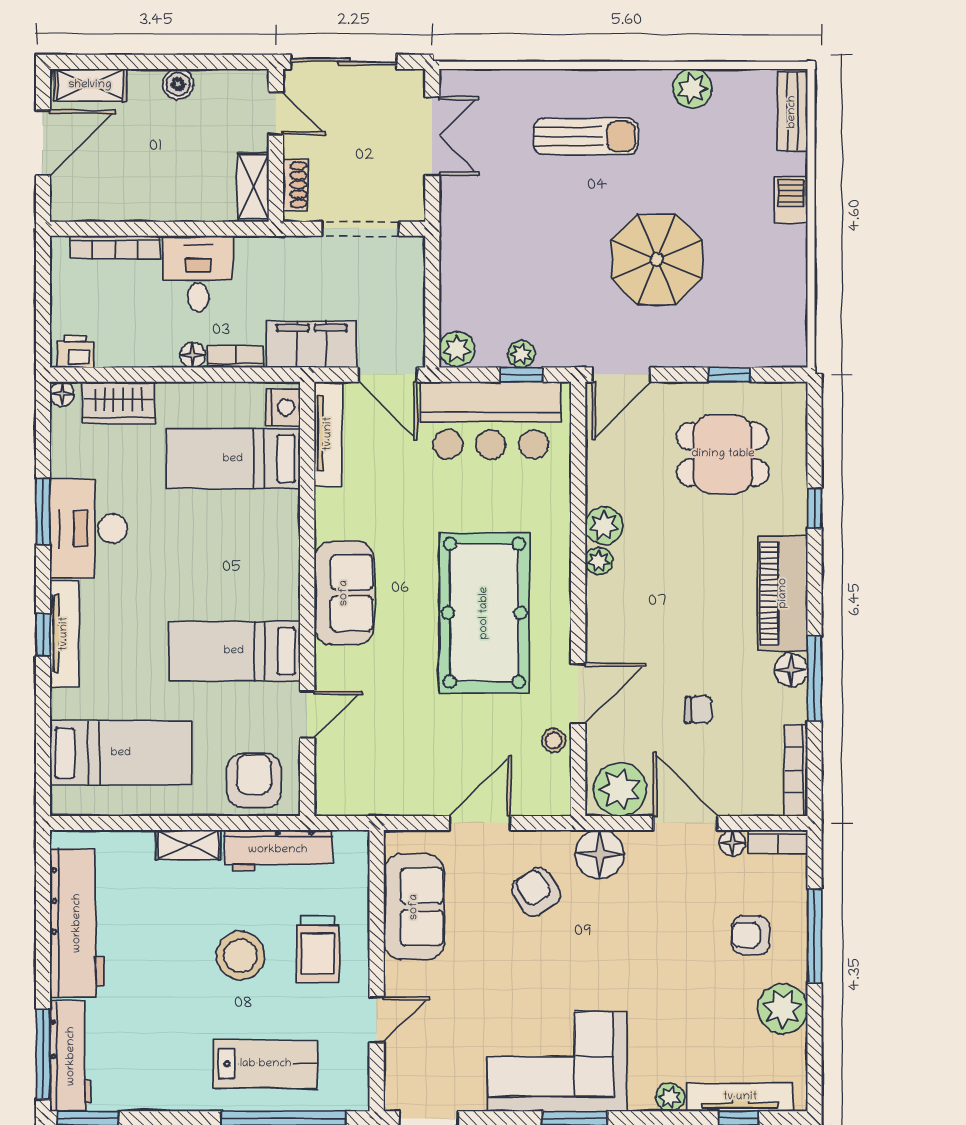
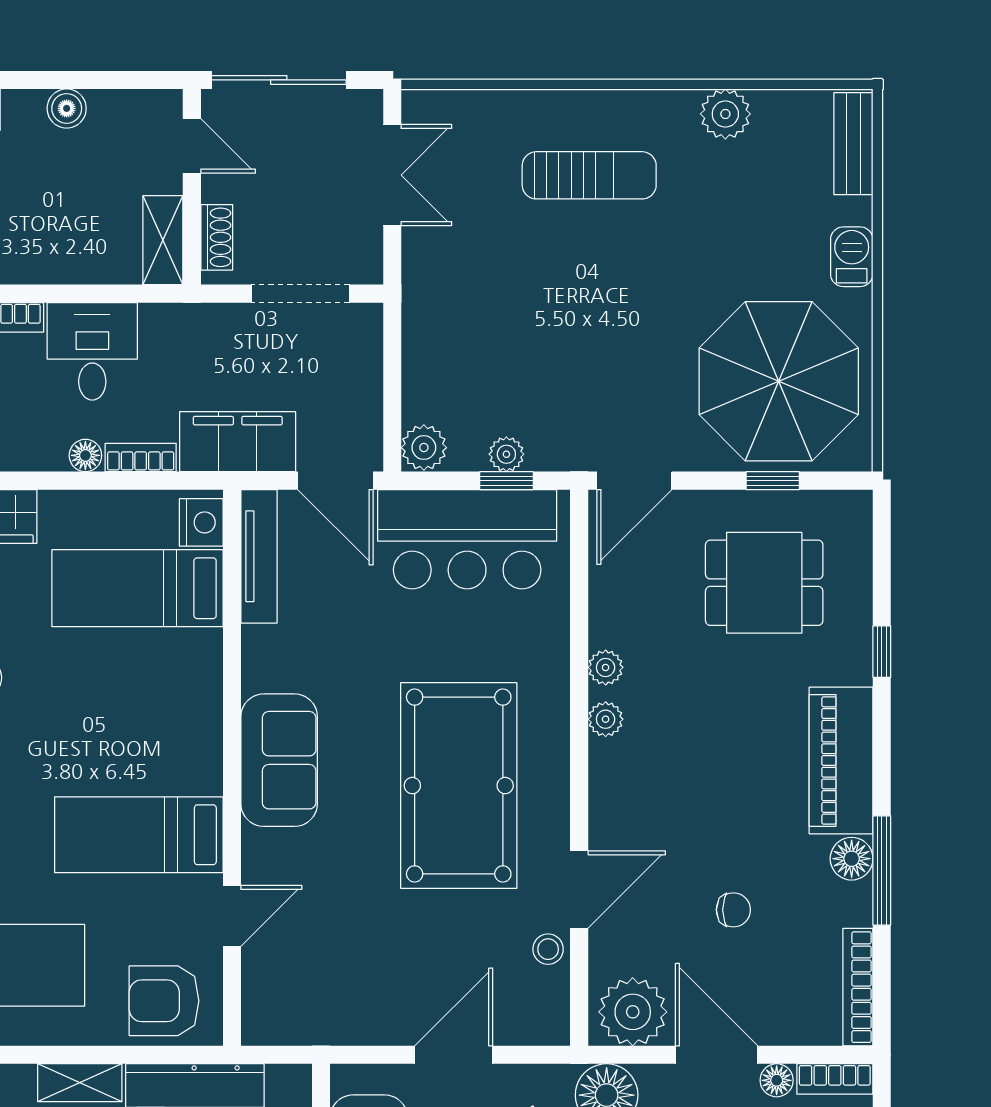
parasol: (657, 259) -> (779, 381), moved, width x1.36, depth x1.36
plant: (604, 526) -> (606, 667), width x0.73, depth x0.73
armchair: (254, 781) -> (164, 1001), turned -90

